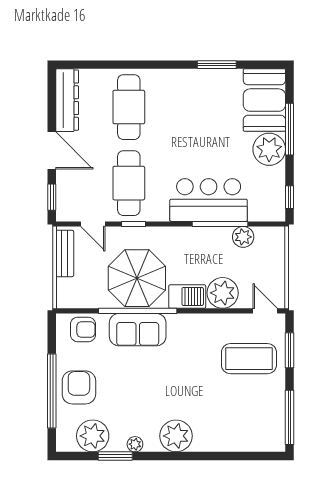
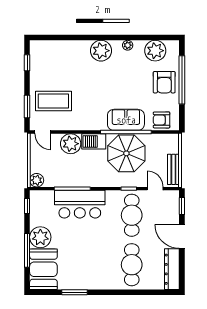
plant: (243, 237) -> (37, 180), moved
window: (289, 417) -> (27, 63), width x0.46
window: (115, 456) -> (141, 38), removed

